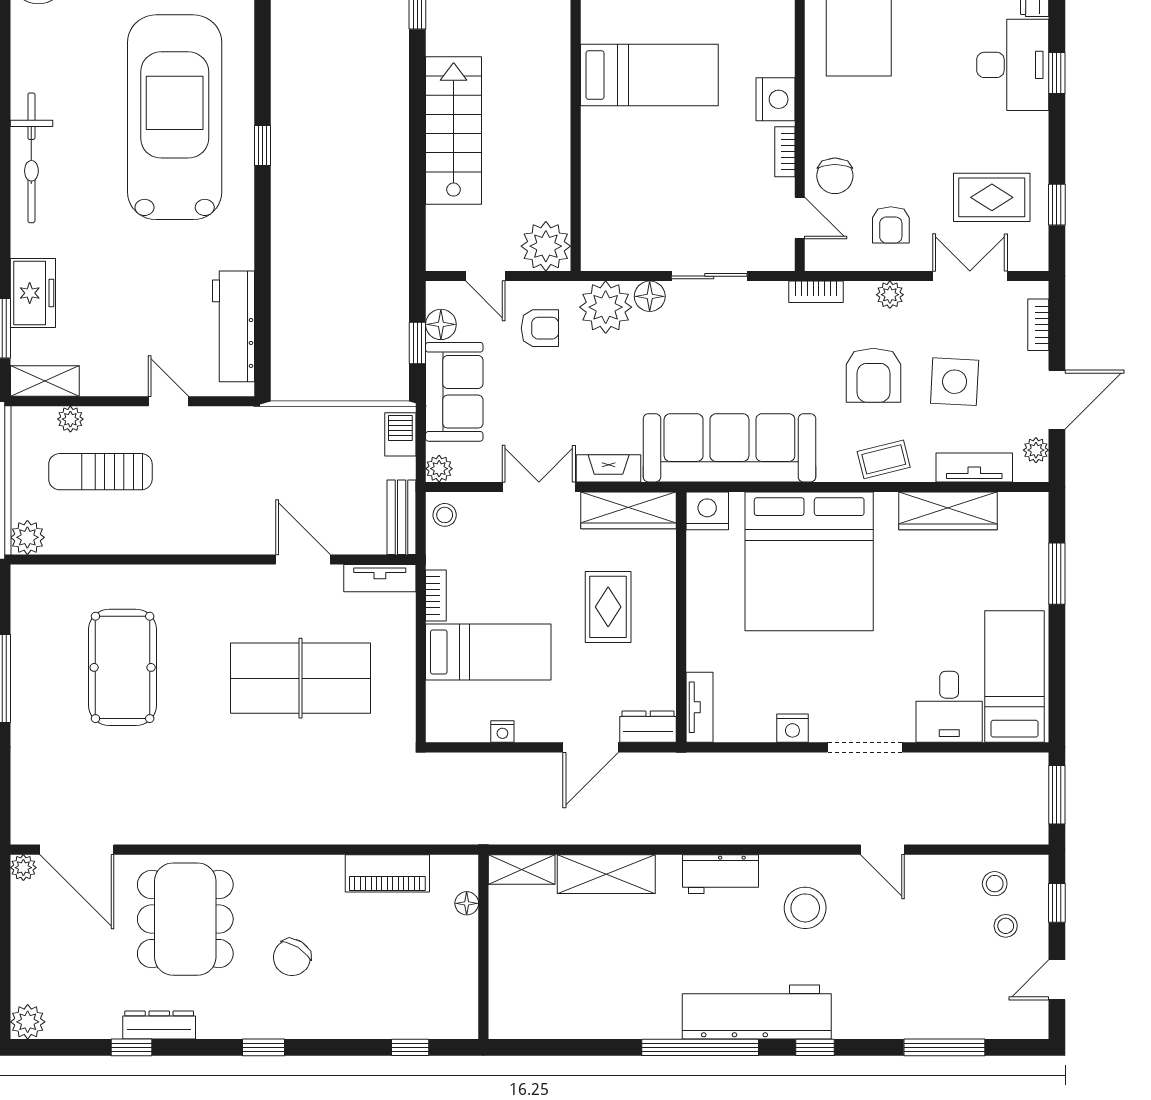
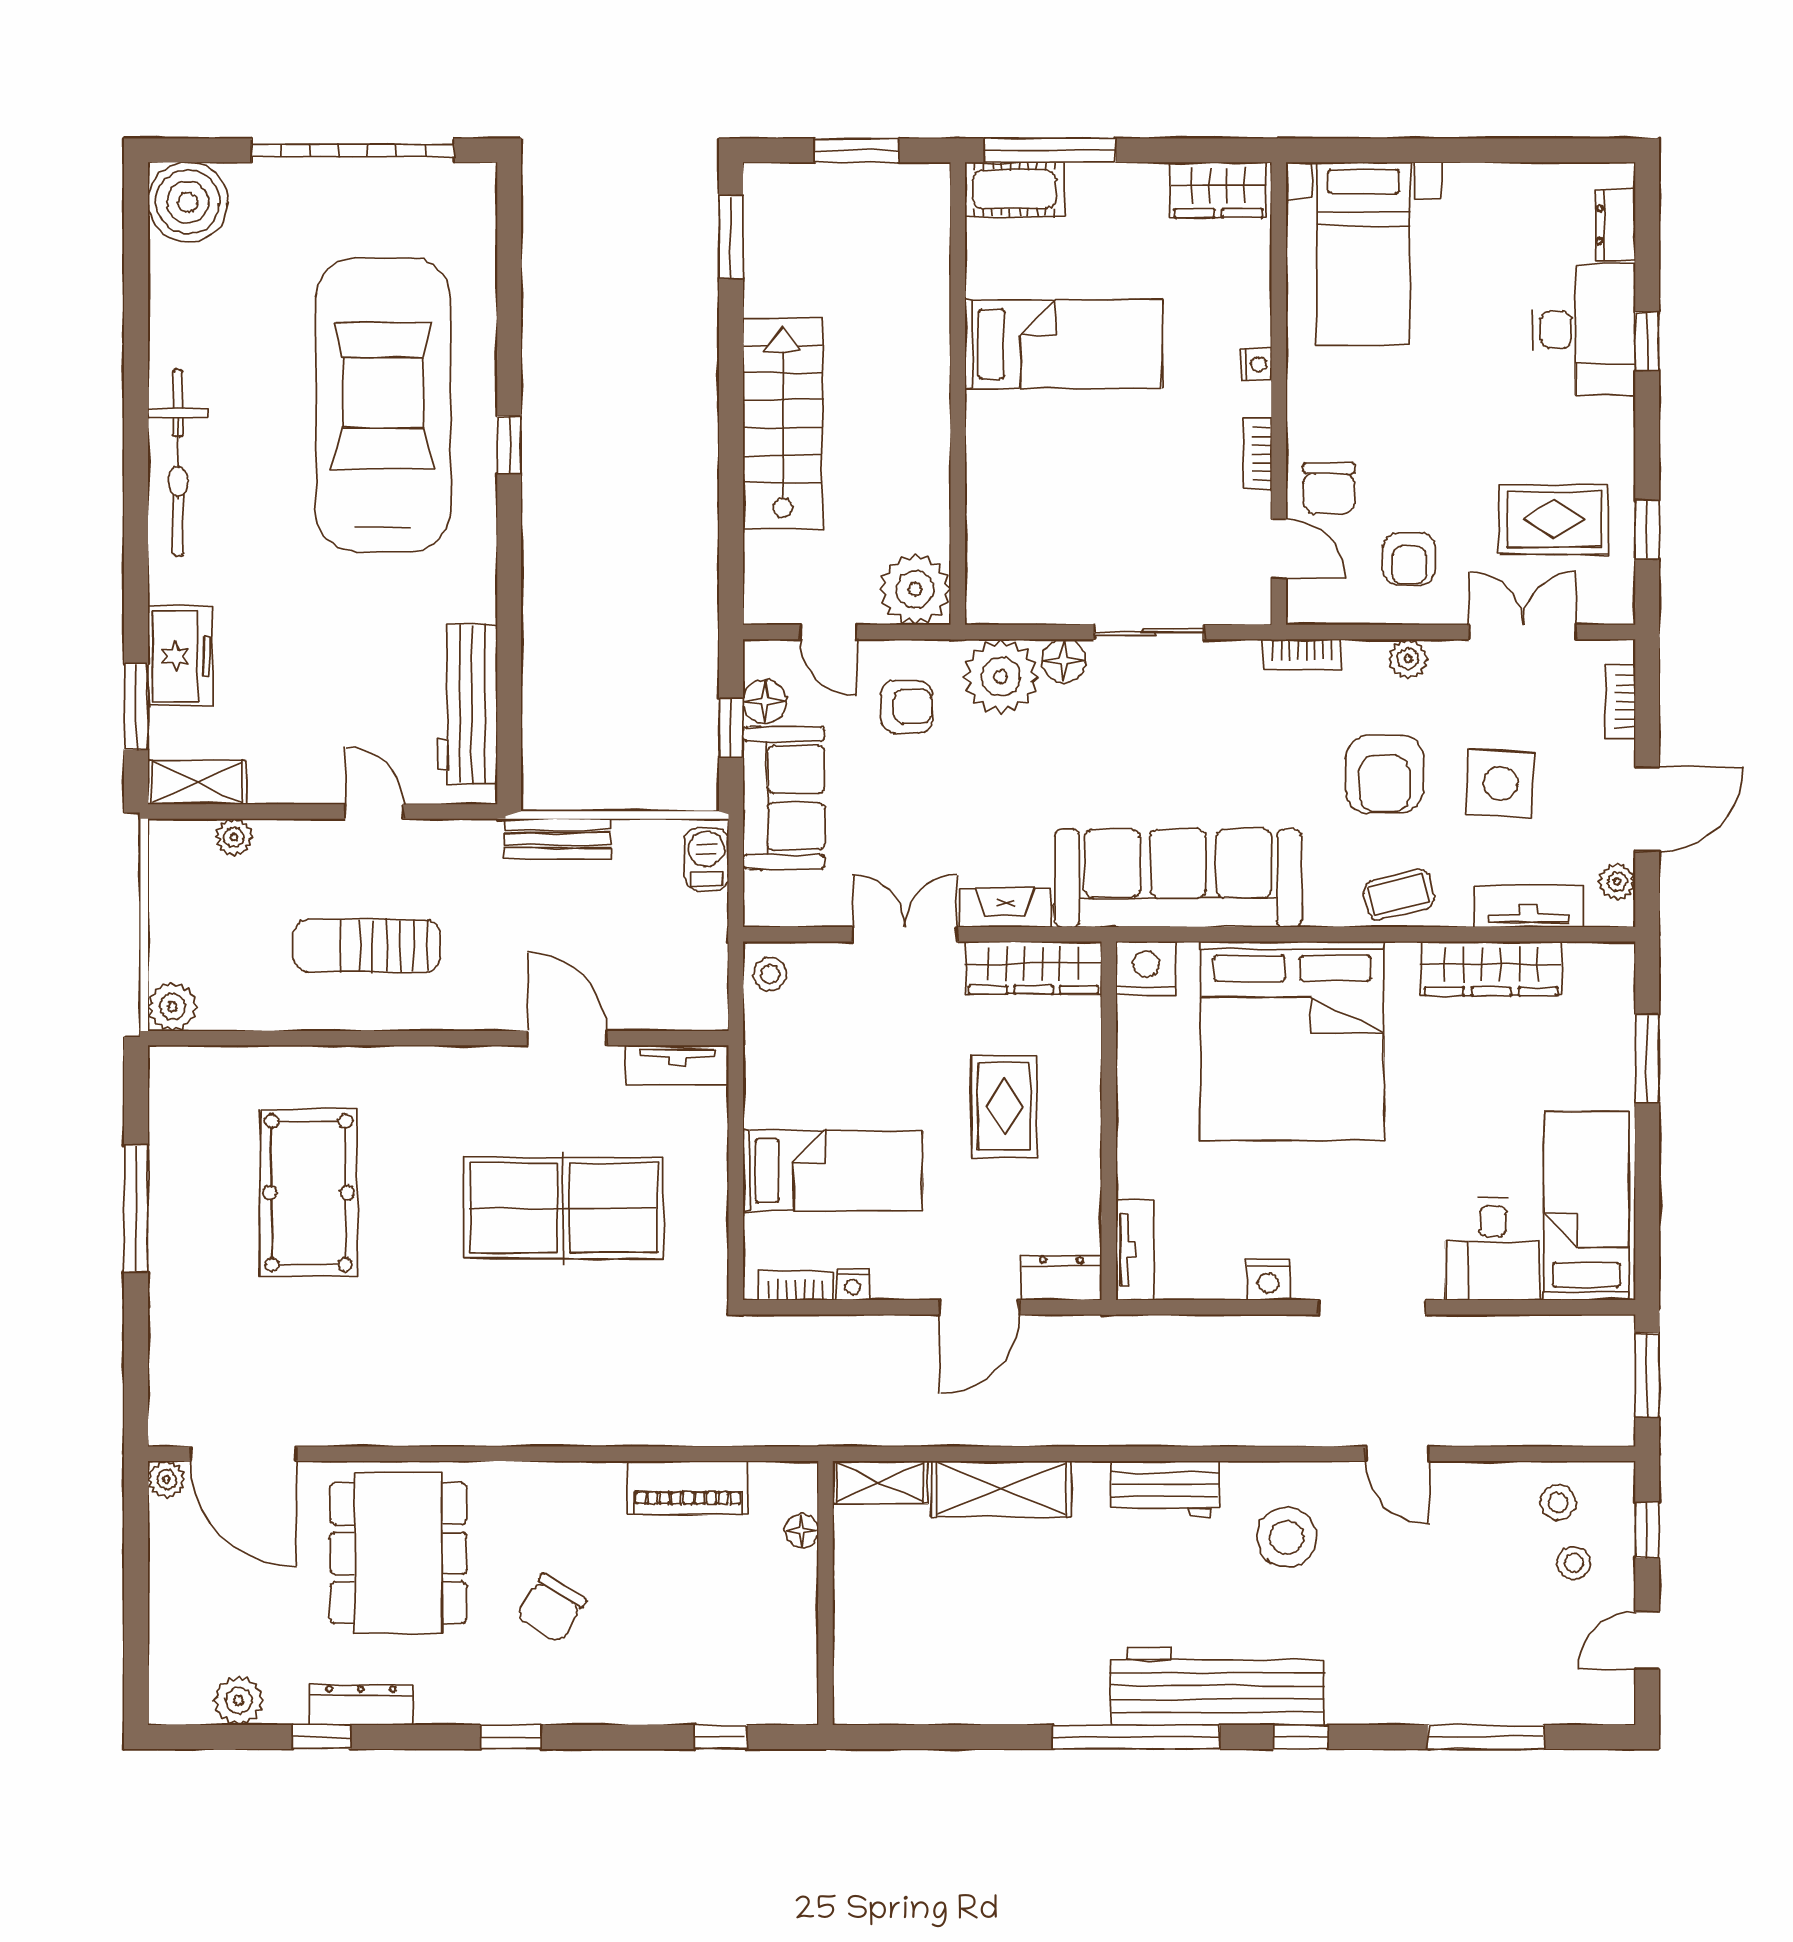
nightstand: (775, 99) -> (1256, 364), width x0.53, depth x0.56
plant: (439, 469) -> (762, 908), removed
sun lounger: (100, 472) -> (367, 946), moved
bench: (402, 517) -> (558, 839), moved, turned 90
bookcase: (436, 595) -> (796, 1285), moved, turned -90
plant: (28, 1022) -> (239, 1700), moved

